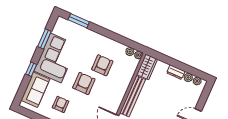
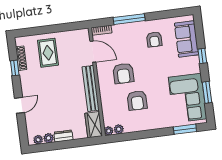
corner sofa: (56, 58) -> (188, 98), moved
armchair: (84, 83) -> (123, 73), moved

